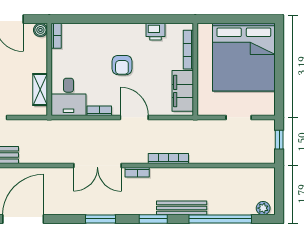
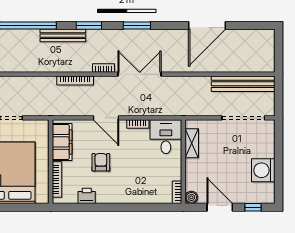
armchair: (122, 65) -> (101, 162), moved

